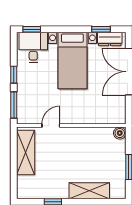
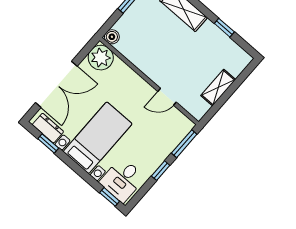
plant: (115, 114) -> (101, 58), added
shelving: (26, 152) -> (218, 87), width x0.67, depth x0.75

